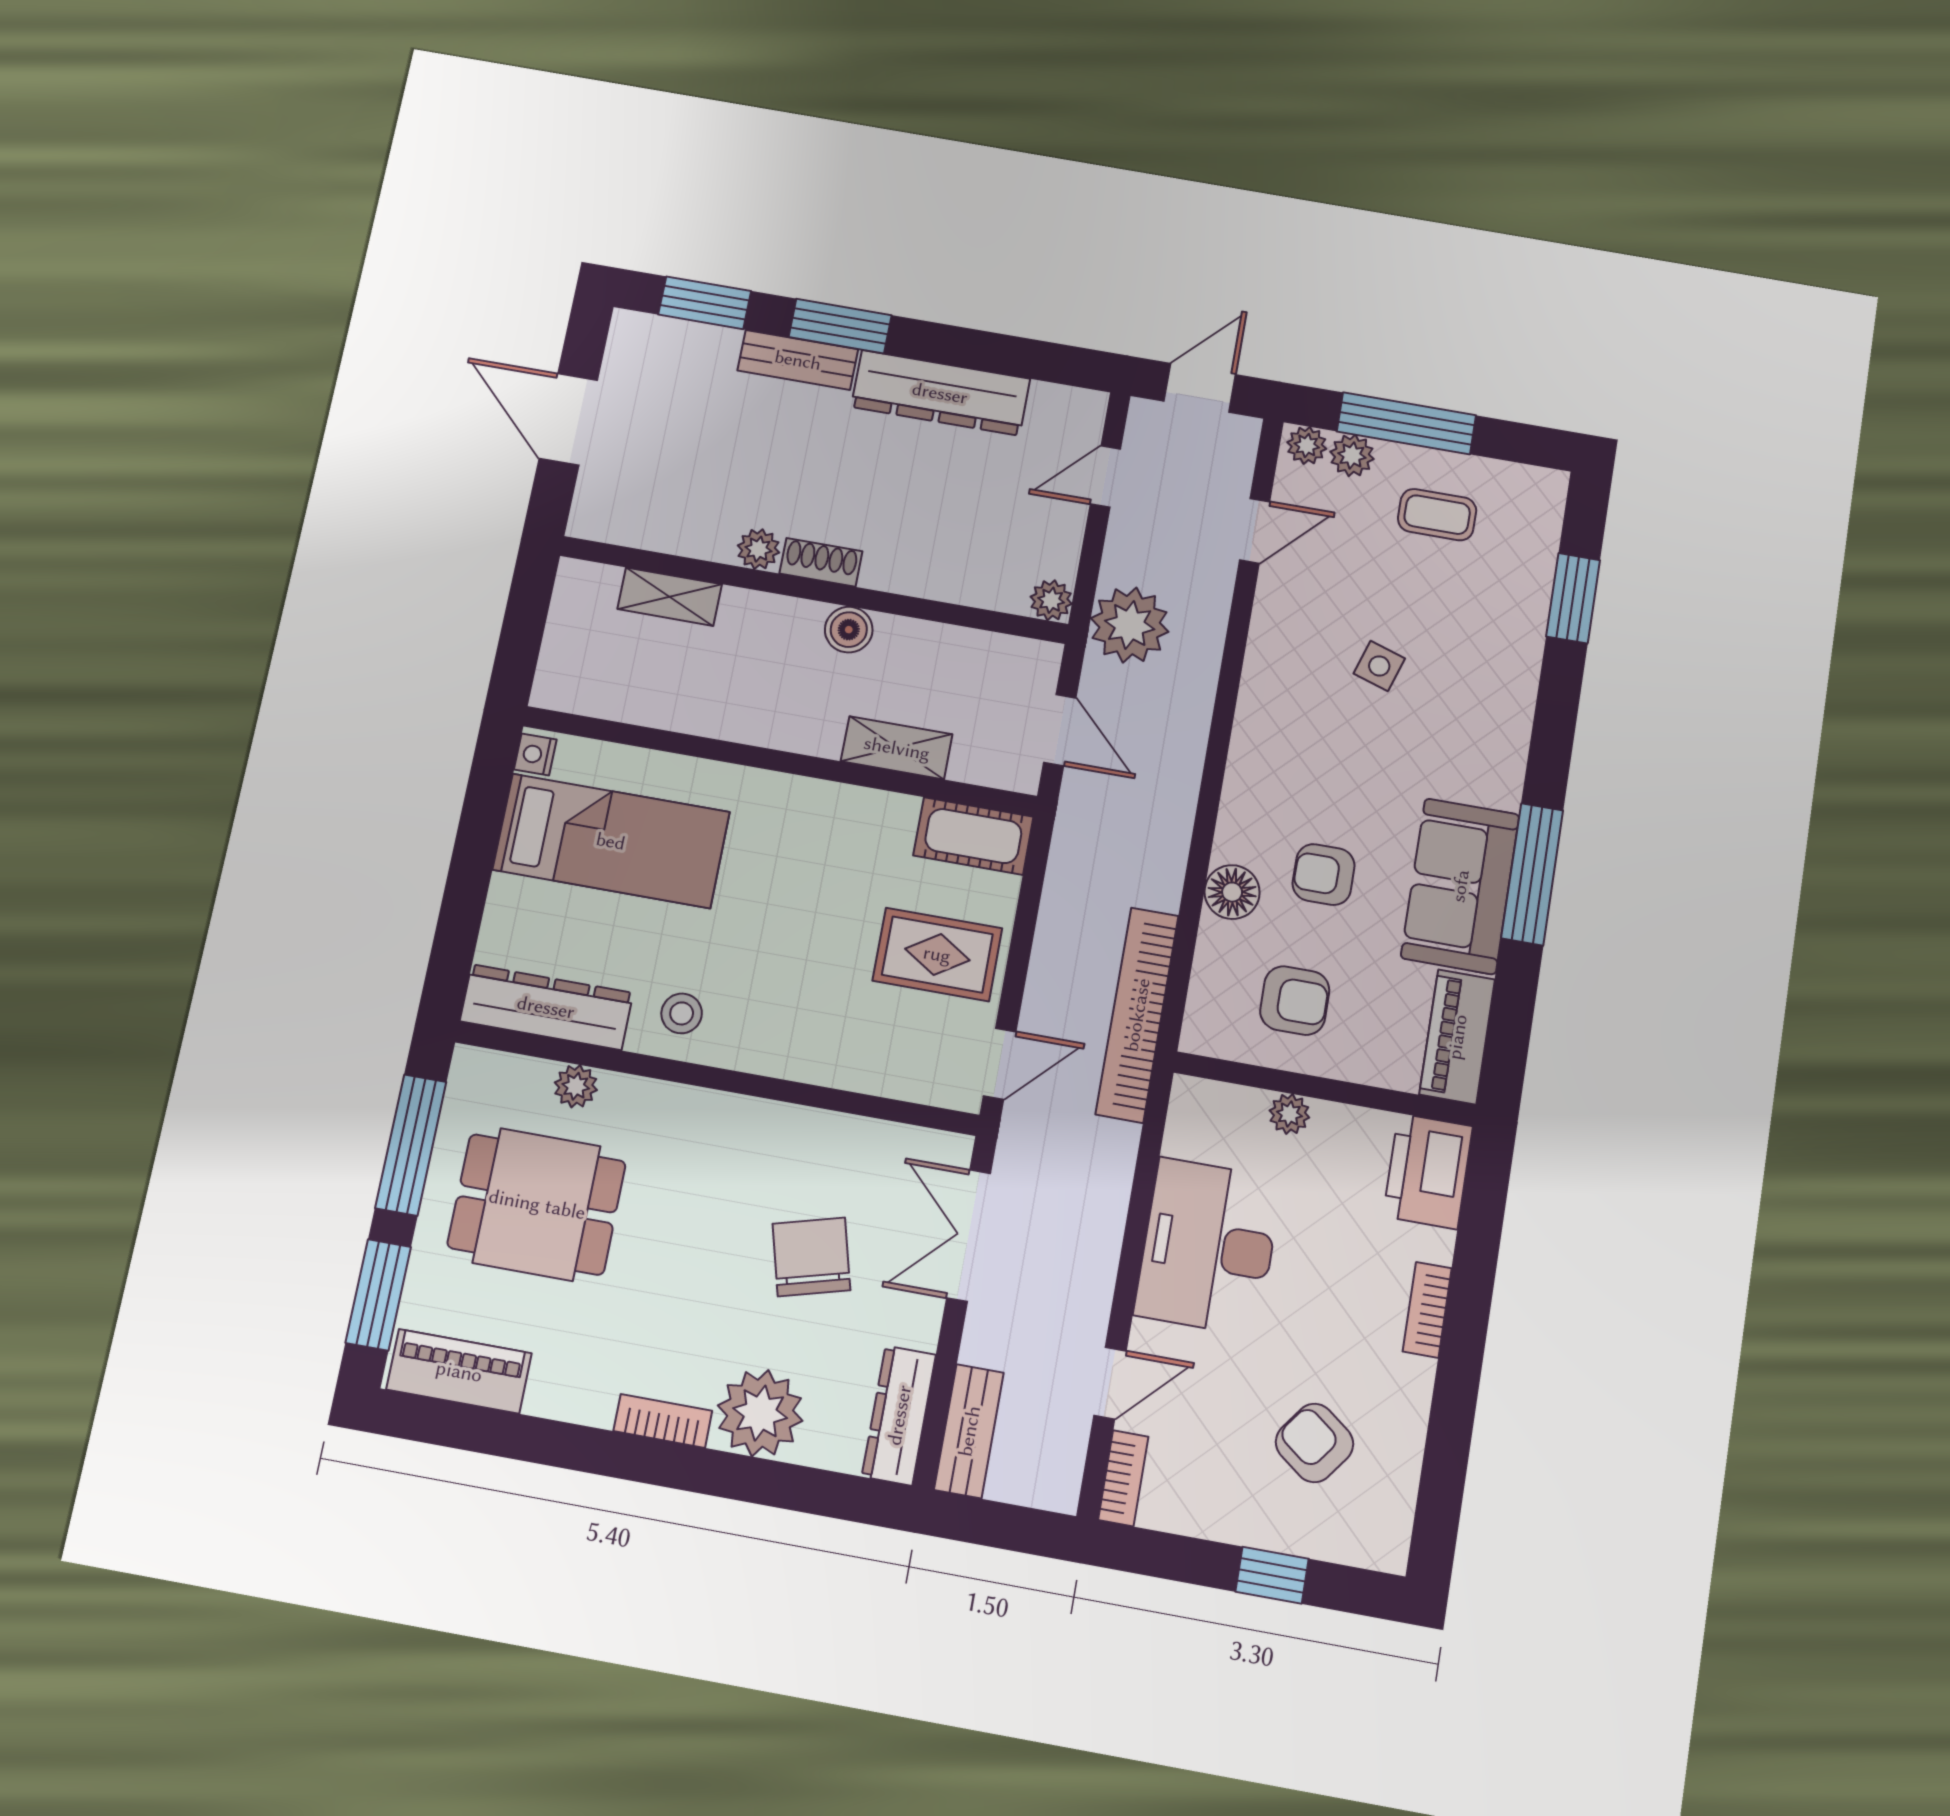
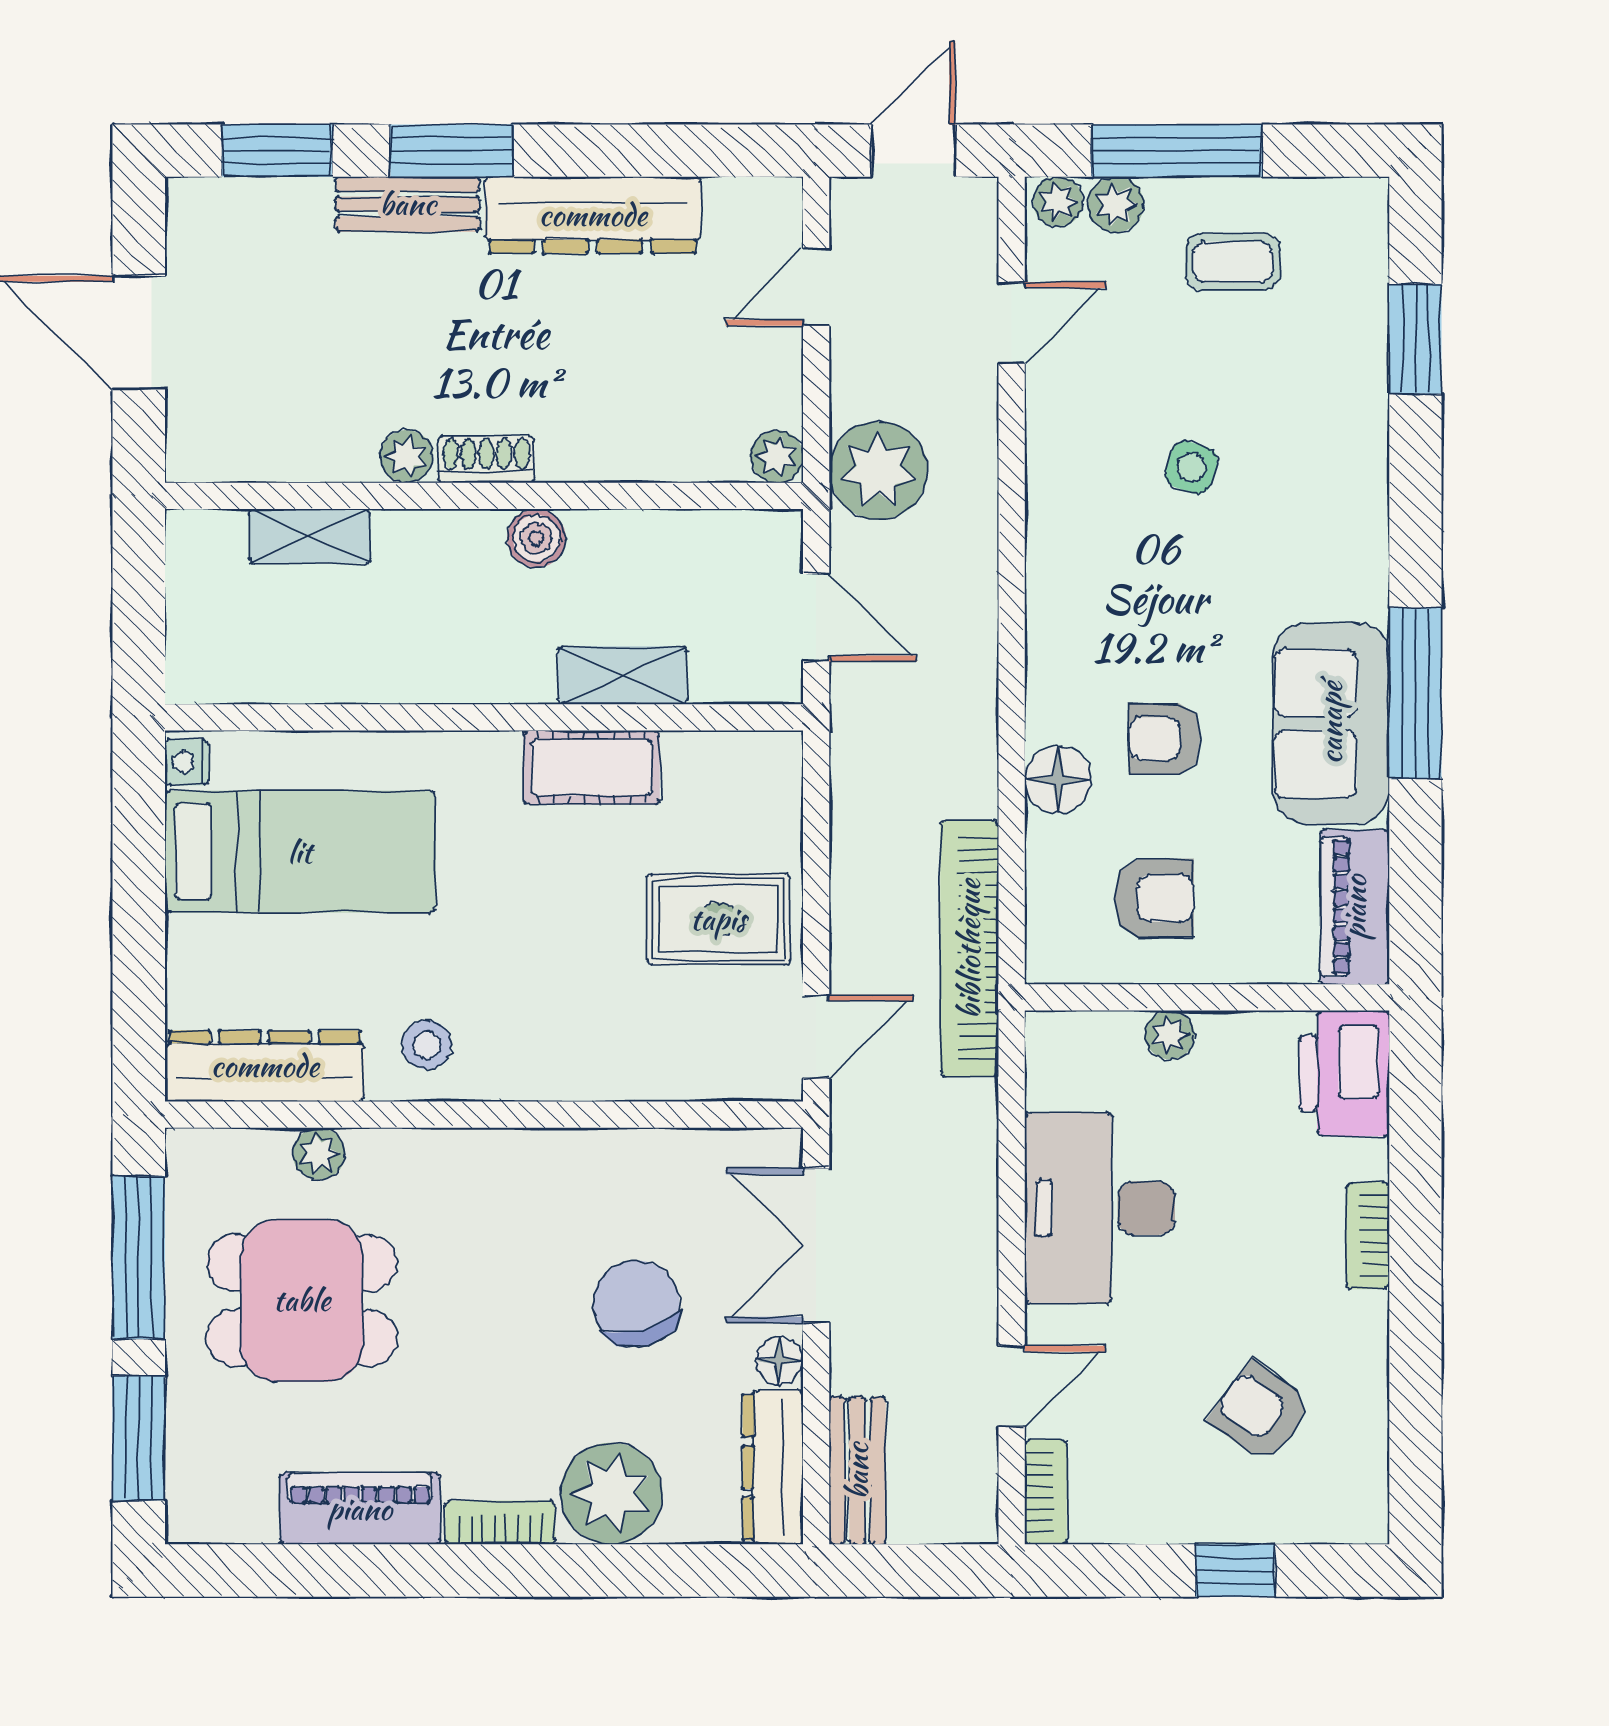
cot: (973, 836) -> (592, 767), moved
floor lamp: (921, 1326) -> (779, 1361), added
piano: (459, 1371) -> (360, 1509), moved

